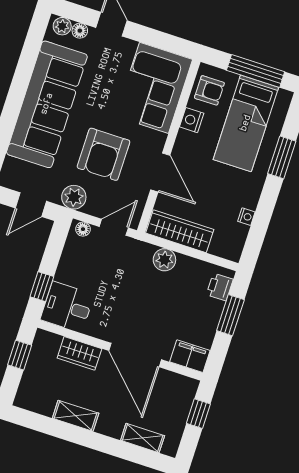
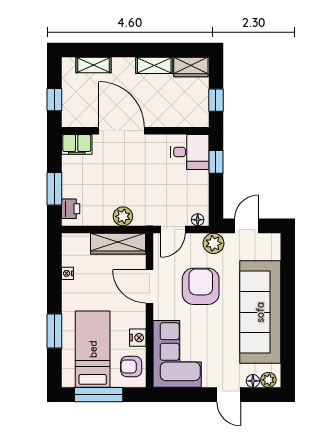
wardrobe: (79, 353) -> (191, 67), moved, turned 180

